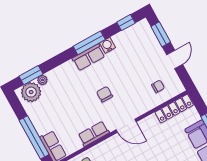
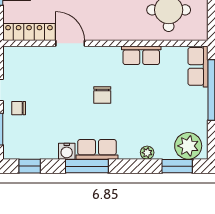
plant: (42, 80) -> (147, 153), moved
chair: (158, 86) -> (19, 108), moved
door: (126, 126) -> (70, 43), moved

